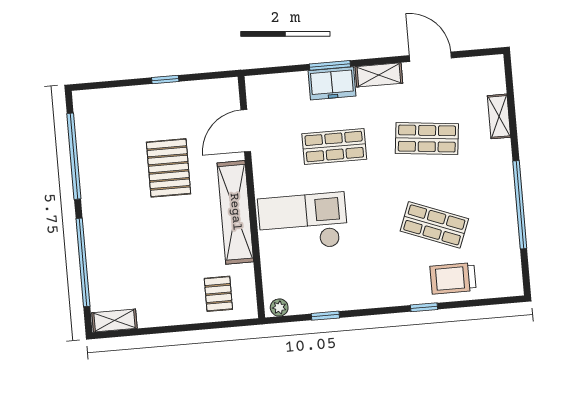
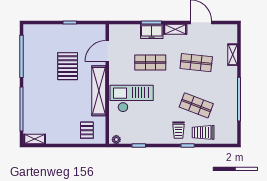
trolley: (403, 278) -> (179, 130), added

